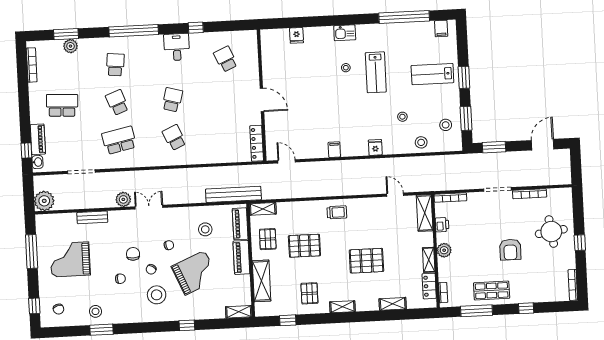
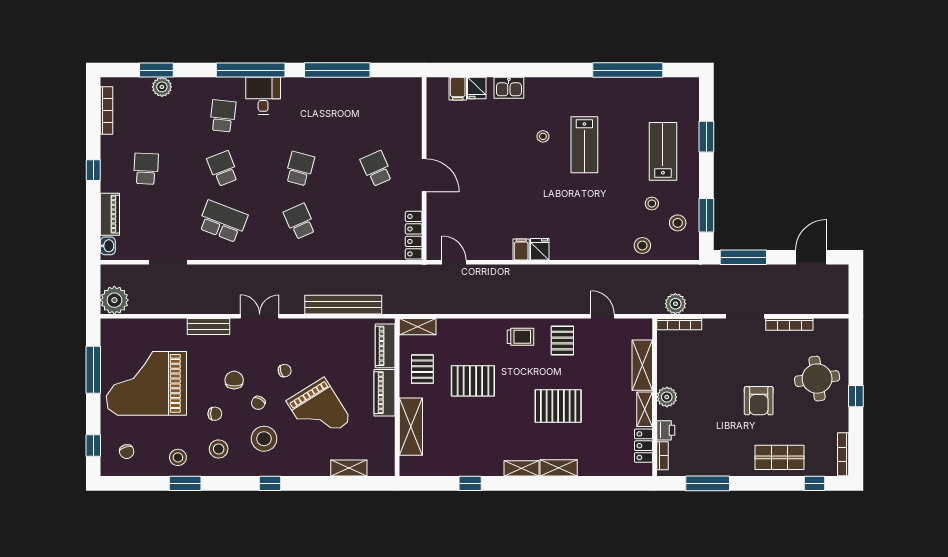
window: (196, 28) -> (337, 70), width x3.17
filing cabinet: (441, 29) -> (458, 89), moved
kitchen sink: (345, 33) -> (509, 88), moved
desk: (177, 47) -> (263, 96), moved
school desk: (226, 59) -> (377, 169), moved
lab bench: (432, 74) -> (663, 151), turned 90
window: (464, 77) -> (706, 137), moved
school desk: (62, 105) -> (146, 169), width x0.54
stool: (402, 117) -> (652, 204), moved
school desk: (119, 140) -> (223, 221), turned 33
fridge: (375, 147) -> (540, 249), moved
window: (494, 147) -> (743, 257), width x1.44
window: (26, 150) -> (93, 170), moved
bench: (233, 194) -> (343, 305), moved
plant: (123, 199) -> (675, 304), moved
shelving: (425, 213) -> (642, 365), moved
bench: (92, 217) -> (208, 326), moved
printer: (442, 225) -> (666, 430), moved
stool: (205, 229) -> (219, 449), moved
grand piano: (70, 259) -> (146, 383), width x1.37, depth x1.48
grand piano: (195, 273) -> (319, 411), turned 81
shop shelf: (492, 291) -> (780, 457), moved
pallet: (309, 293) -> (562, 341), moved
shelving: (393, 304) -> (559, 468), moved
window: (526, 308) -> (814, 483), moved
shelving: (239, 312) -> (349, 468), moved
window: (288, 320) -> (470, 483), moved
window: (187, 325) -> (270, 483), moved

